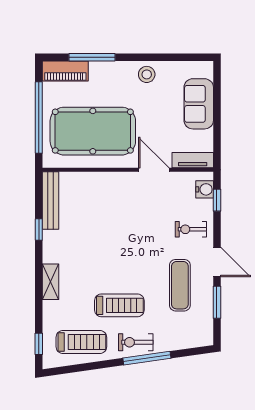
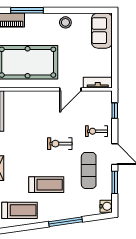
sofa: (199, 104) -> (102, 31), moved
door: (154, 170) -> (70, 89), swing flipped
water cooler: (205, 189) -> (106, 206), moved
exercise bike: (136, 342) -> (60, 144), moved

